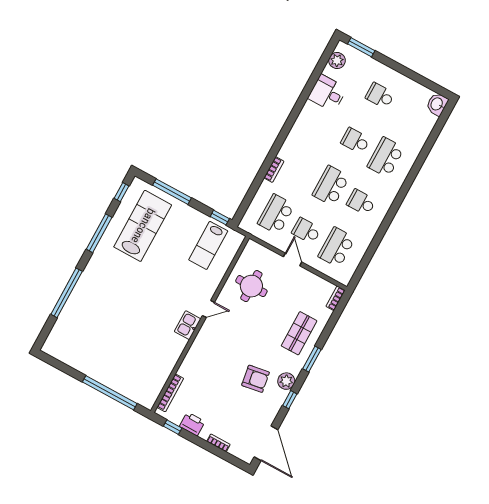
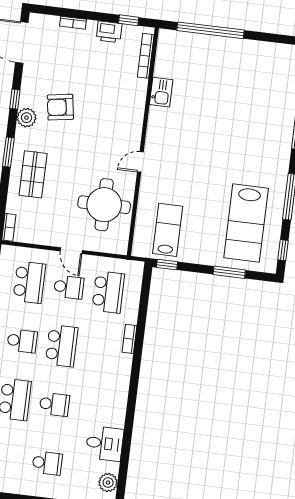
window: (172, 192) -> (229, 272), width x0.69
round table: (251, 286) -> (104, 205), width x1.36, depth x1.36
kitchen sink: (188, 325) -> (161, 92), moved

